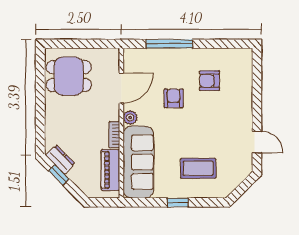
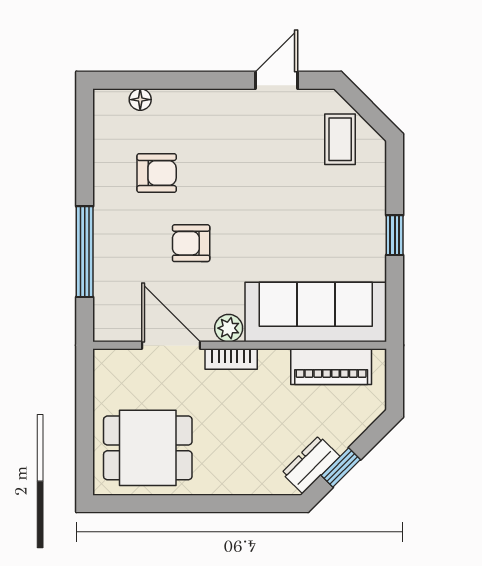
floor lamp: (247, 72) -> (140, 100), added
dining table: (69, 76) -> (148, 448), turned 90
armchair: (209, 81) -> (157, 173), turned -90
bookcase: (114, 135) -> (231, 359), moved
coffee table: (198, 168) -> (340, 139), moved, width x0.73, depth x0.77

